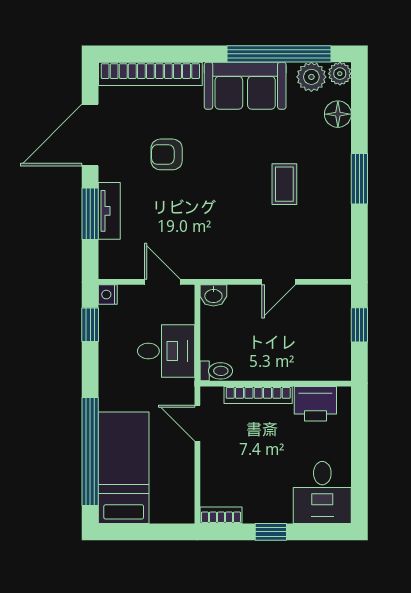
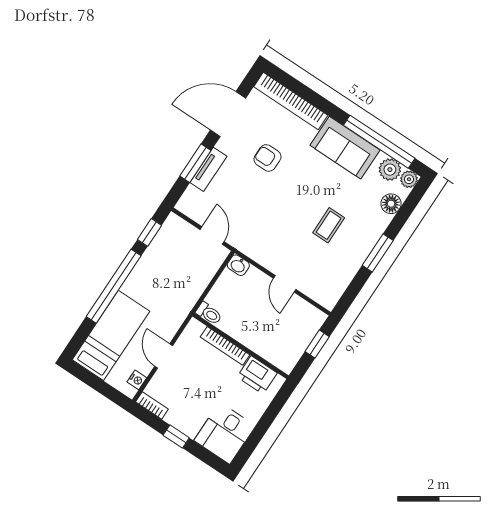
door: (279, 282) -> (285, 284), hinge flipped
nightstand: (108, 295) -> (137, 380), moved, turned 180
desk: (166, 351) -> (186, 280), removed
door: (197, 423) -> (164, 356), moved
window: (90, 452) -> (114, 286), moved

